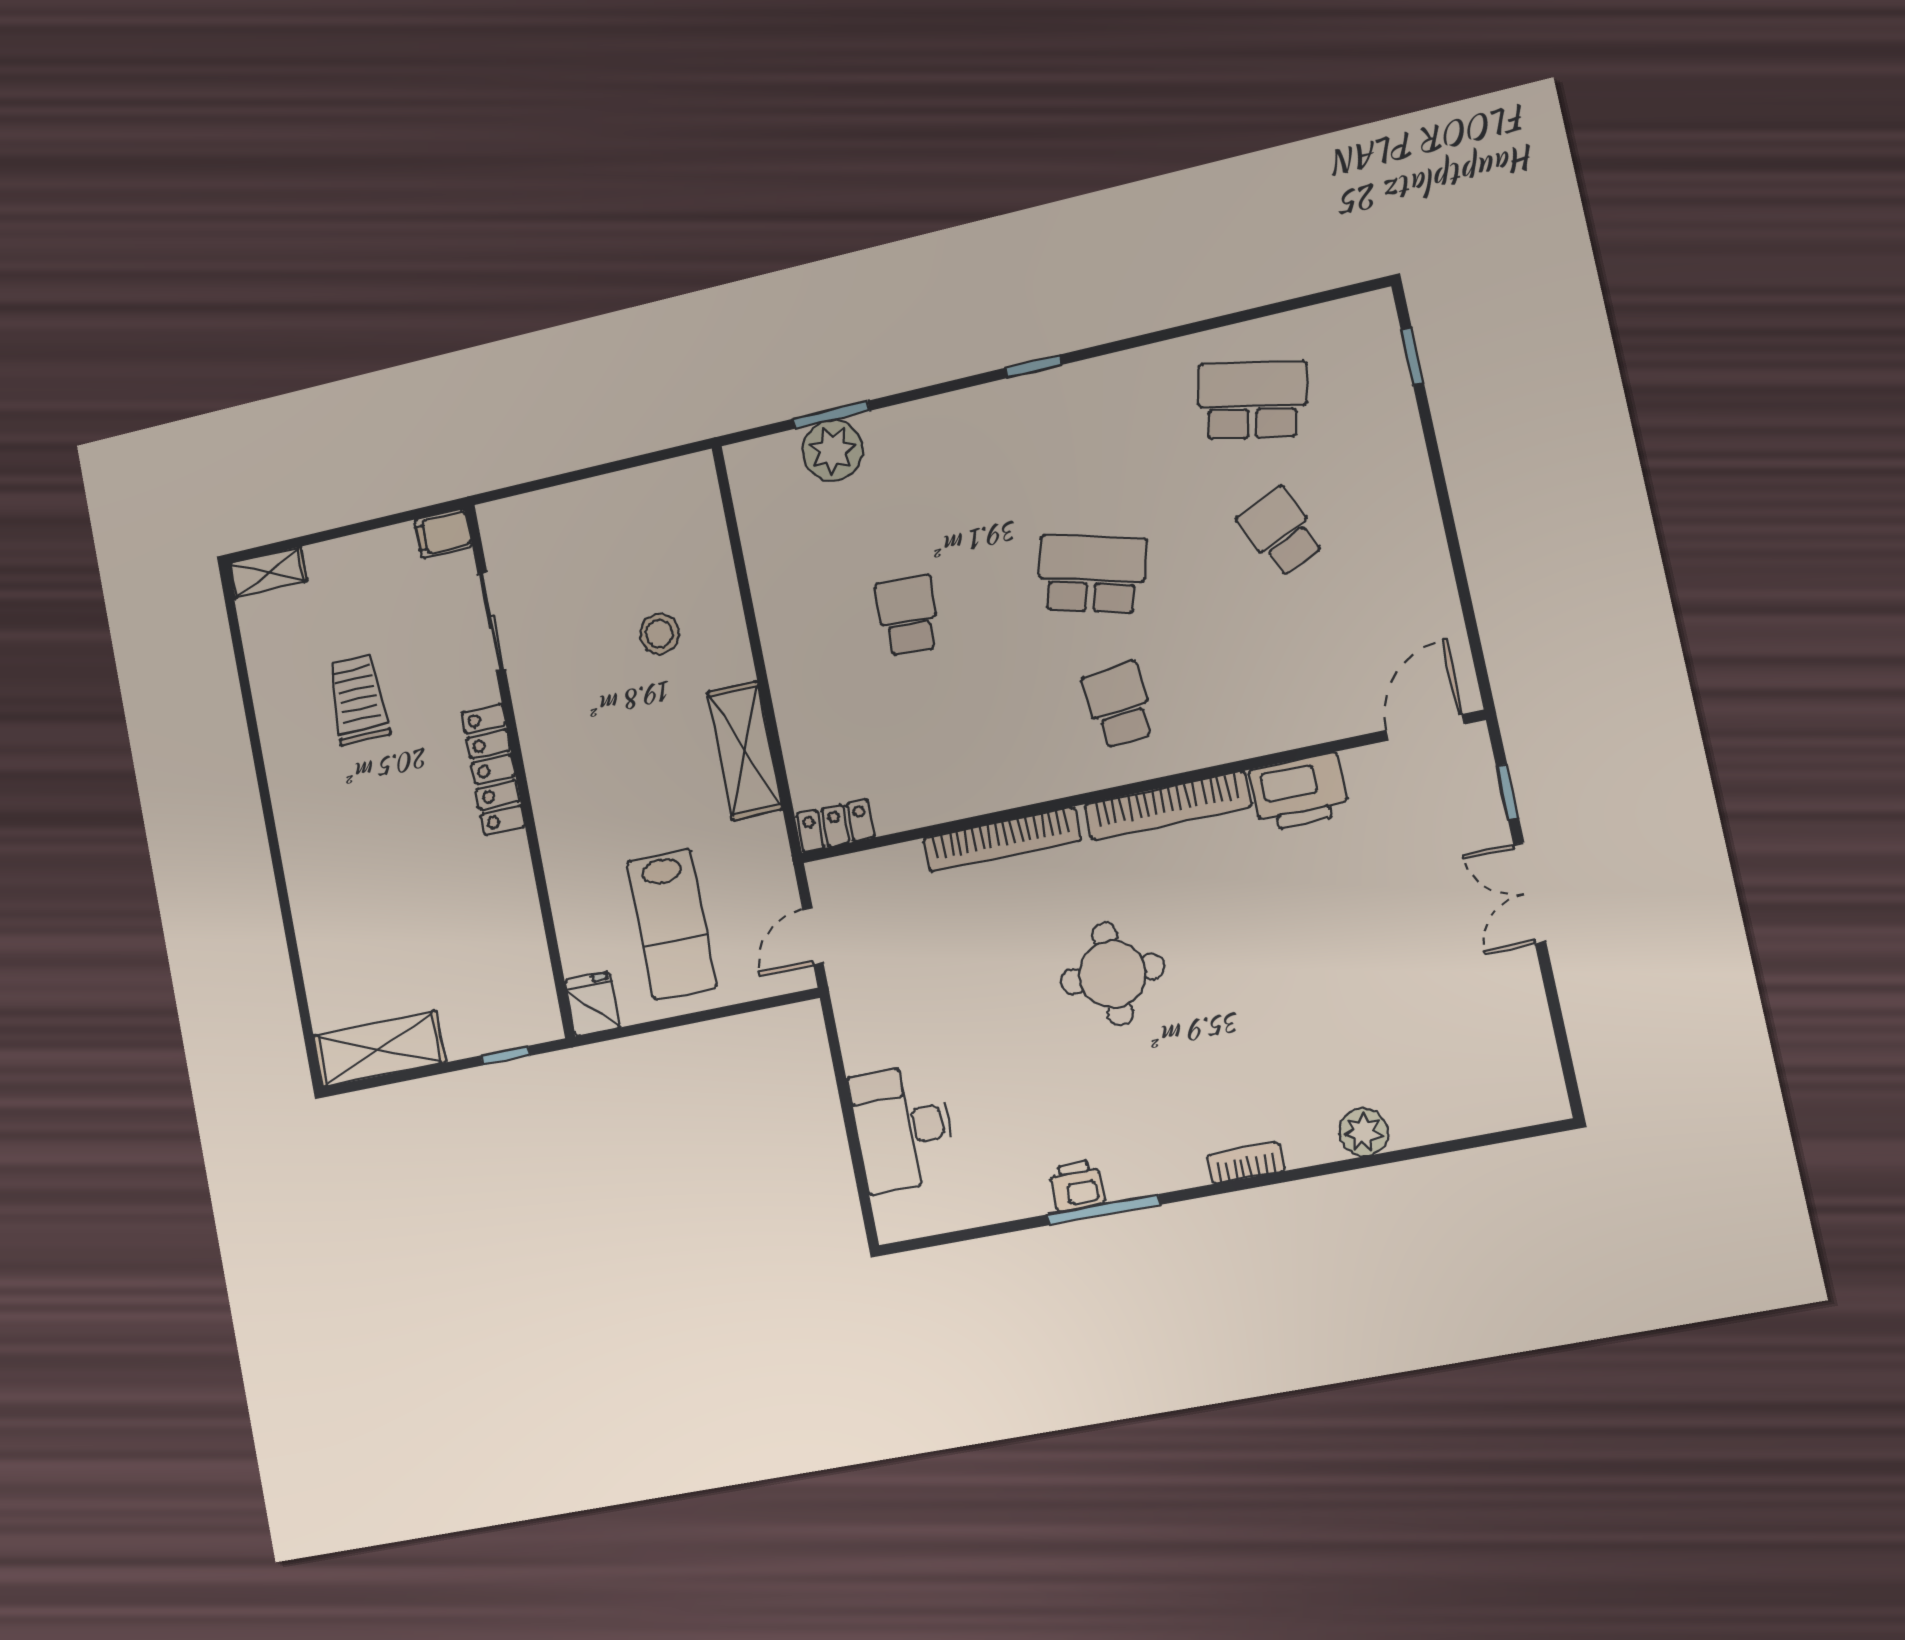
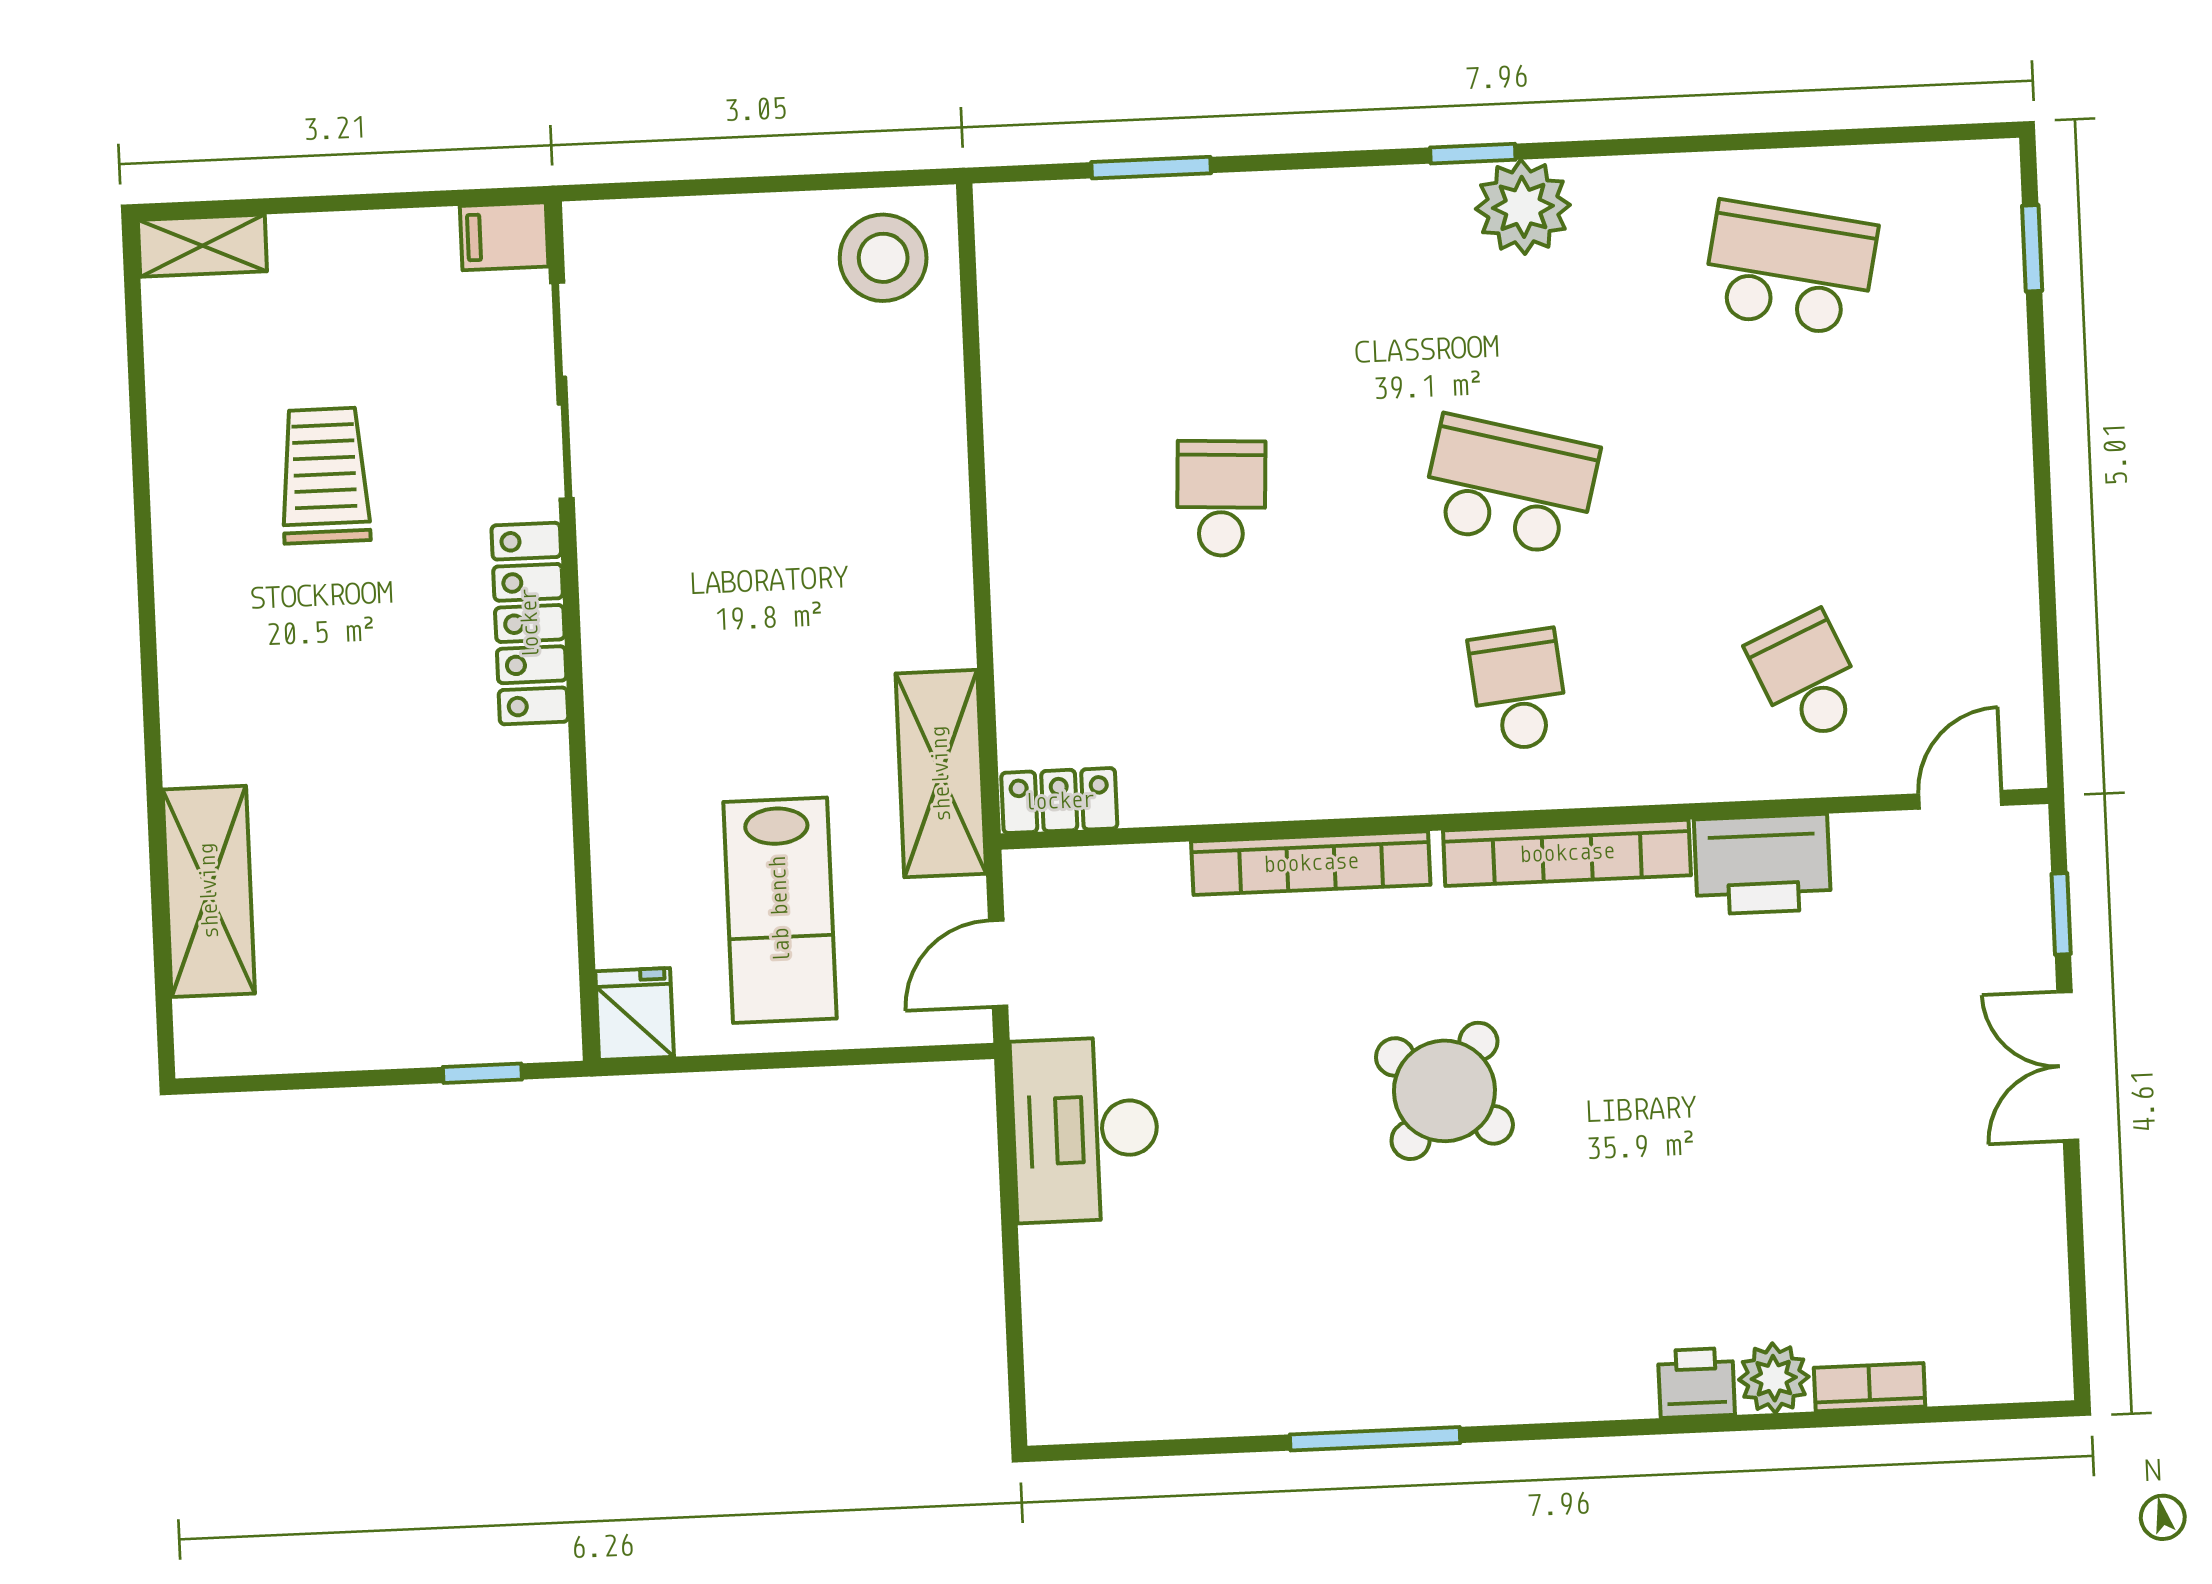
plant: (832, 451) -> (1523, 207), moved
school desk: (1280, 532) -> (1807, 678), moved
sliding door: (492, 622) -> (562, 391), width x1.37
stool: (659, 634) -> (883, 258), moved, width x1.38, depth x1.38
door: (1425, 727) -> (1960, 800), width x0.73
shelving: (745, 751) -> (941, 774), moved
round table: (1112, 974) -> (1444, 1091), turned 37
shelving: (379, 1049) -> (209, 891), moved, turned 90
desk: (903, 1128) -> (1085, 1130), moved
bookcase: (1246, 1163) -> (1870, 1387), moved
printer: (1077, 1186) -> (1696, 1383), moved

